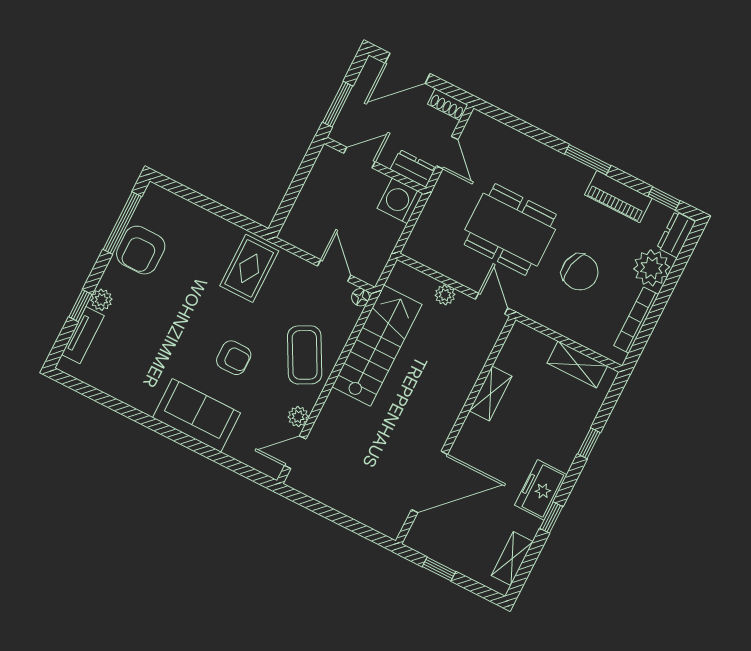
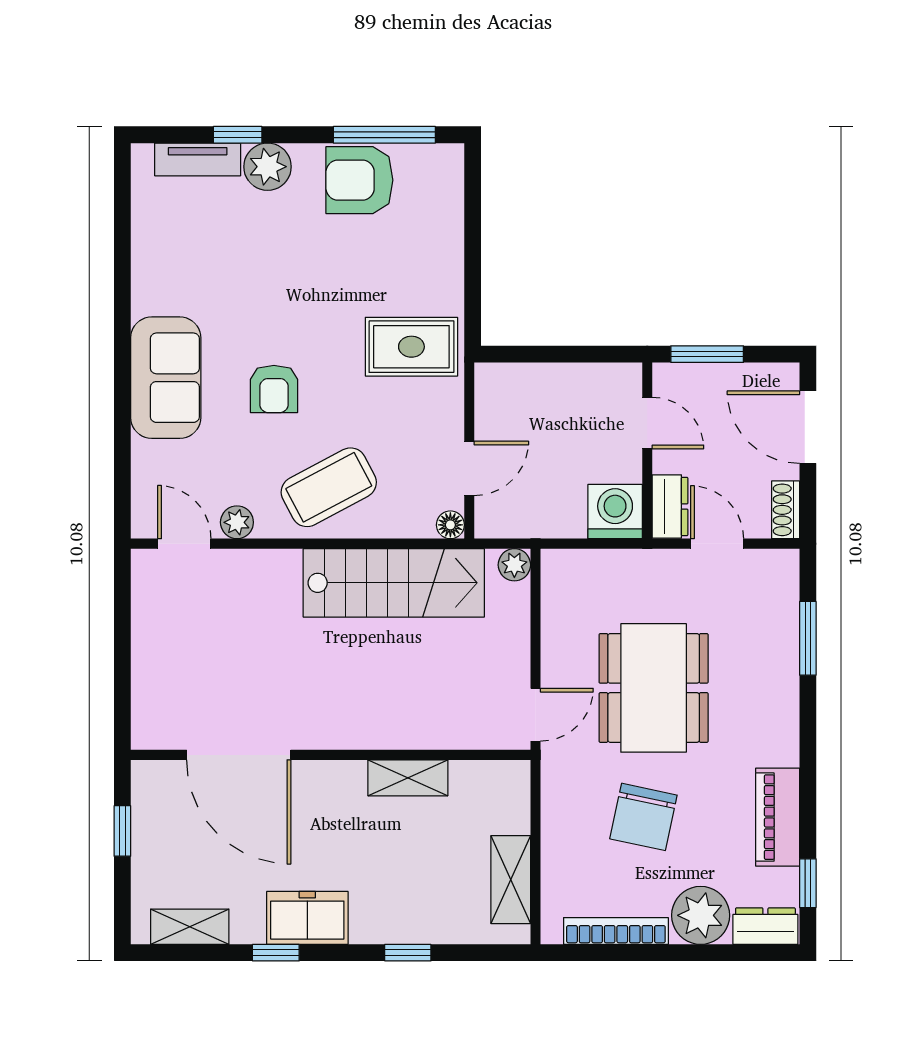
door: (447, 153) -> (717, 544), swing flipped
window: (588, 160) -> (808, 638), moved
plant: (445, 295) -> (514, 565), moved
plant: (101, 300) -> (268, 167), width x1.38, depth x1.38

